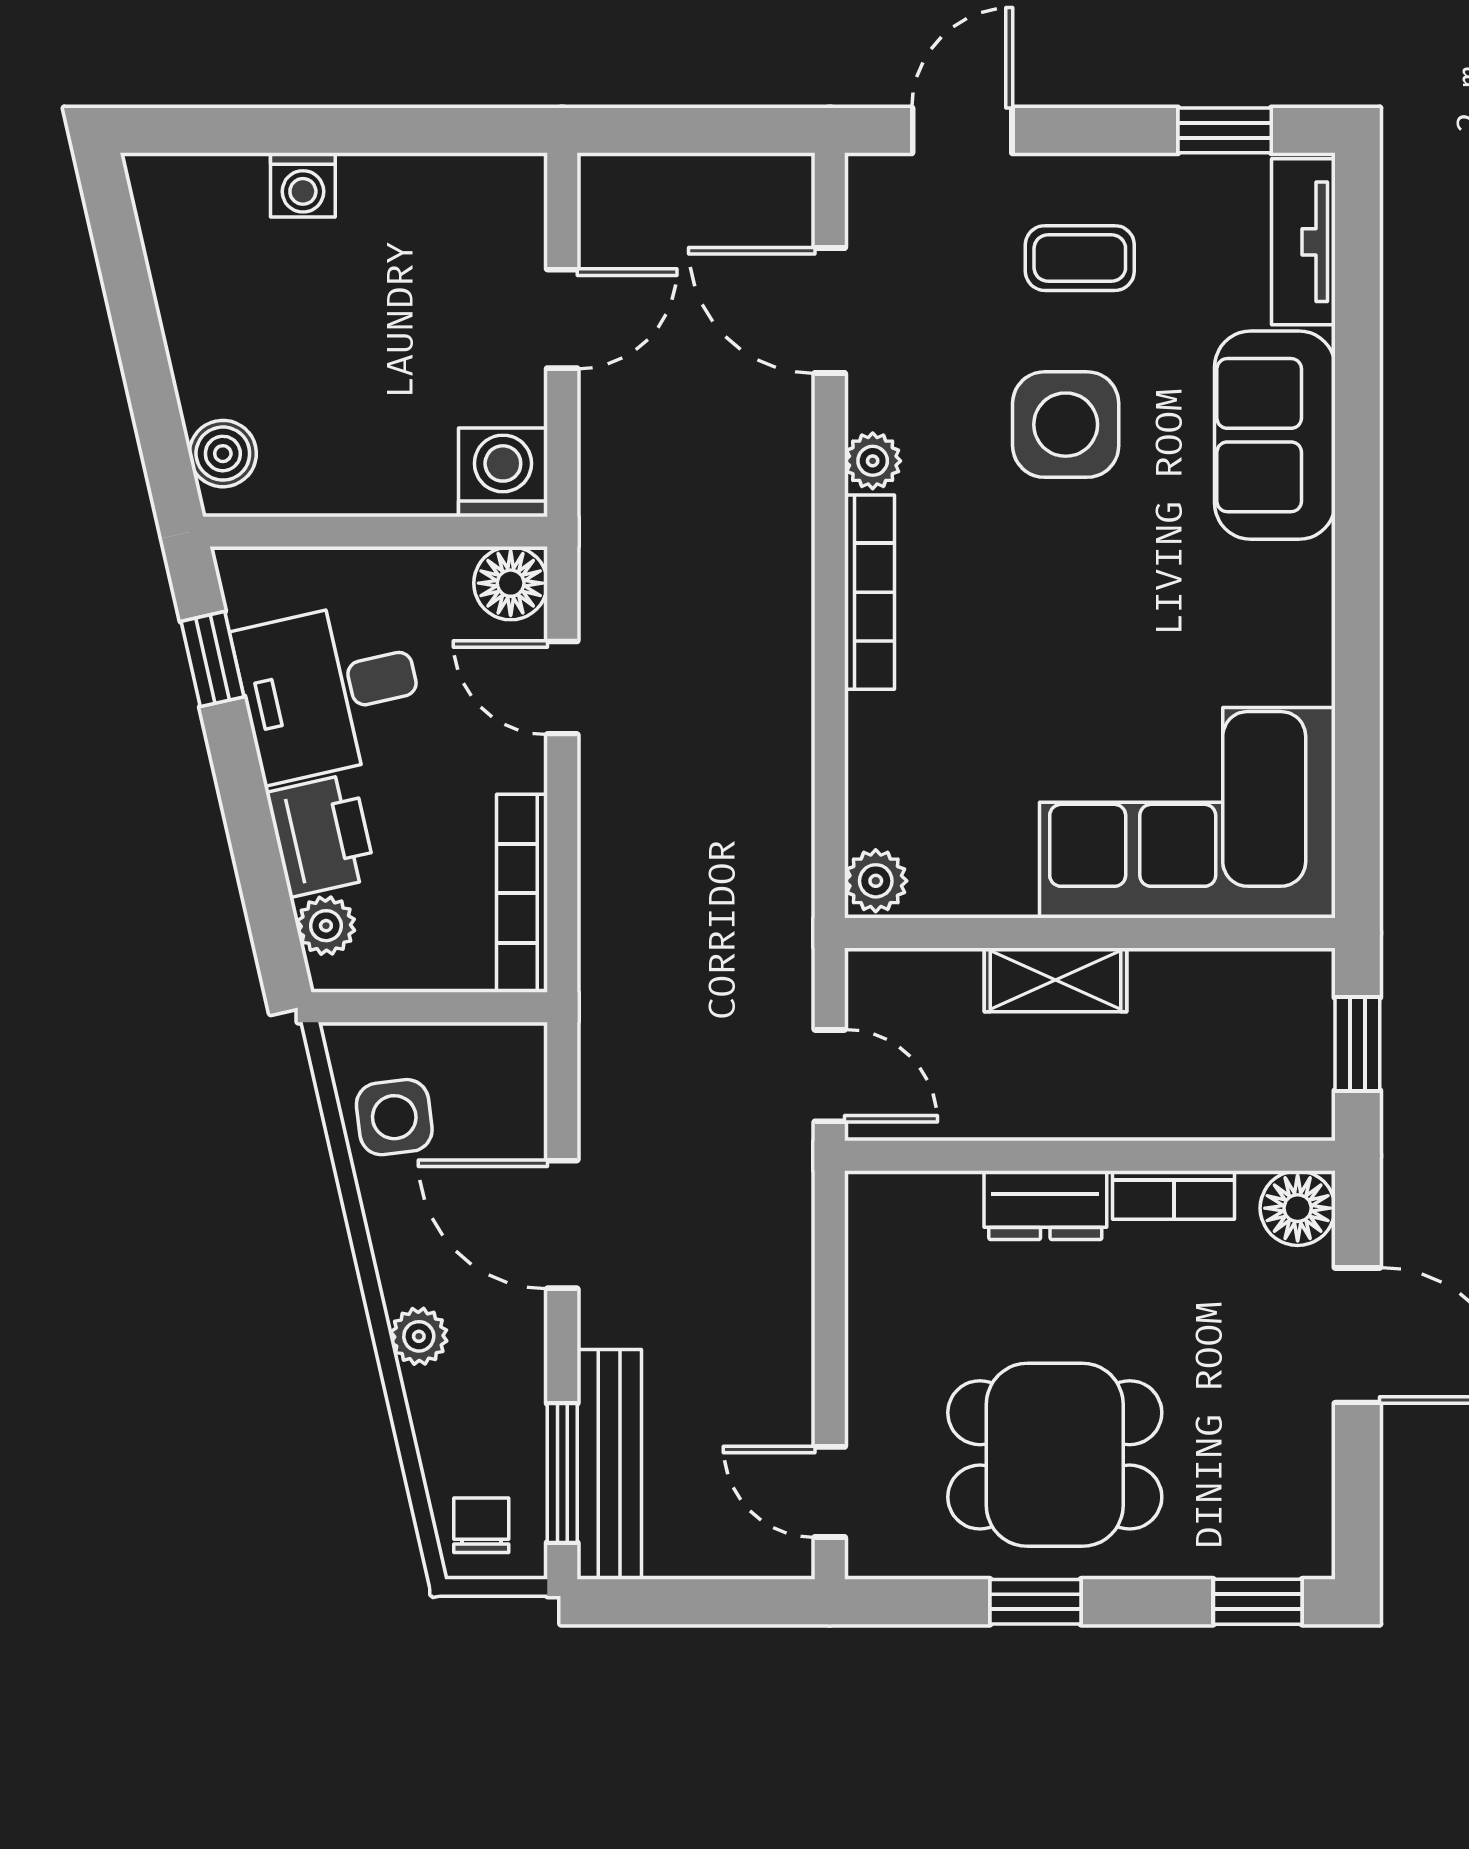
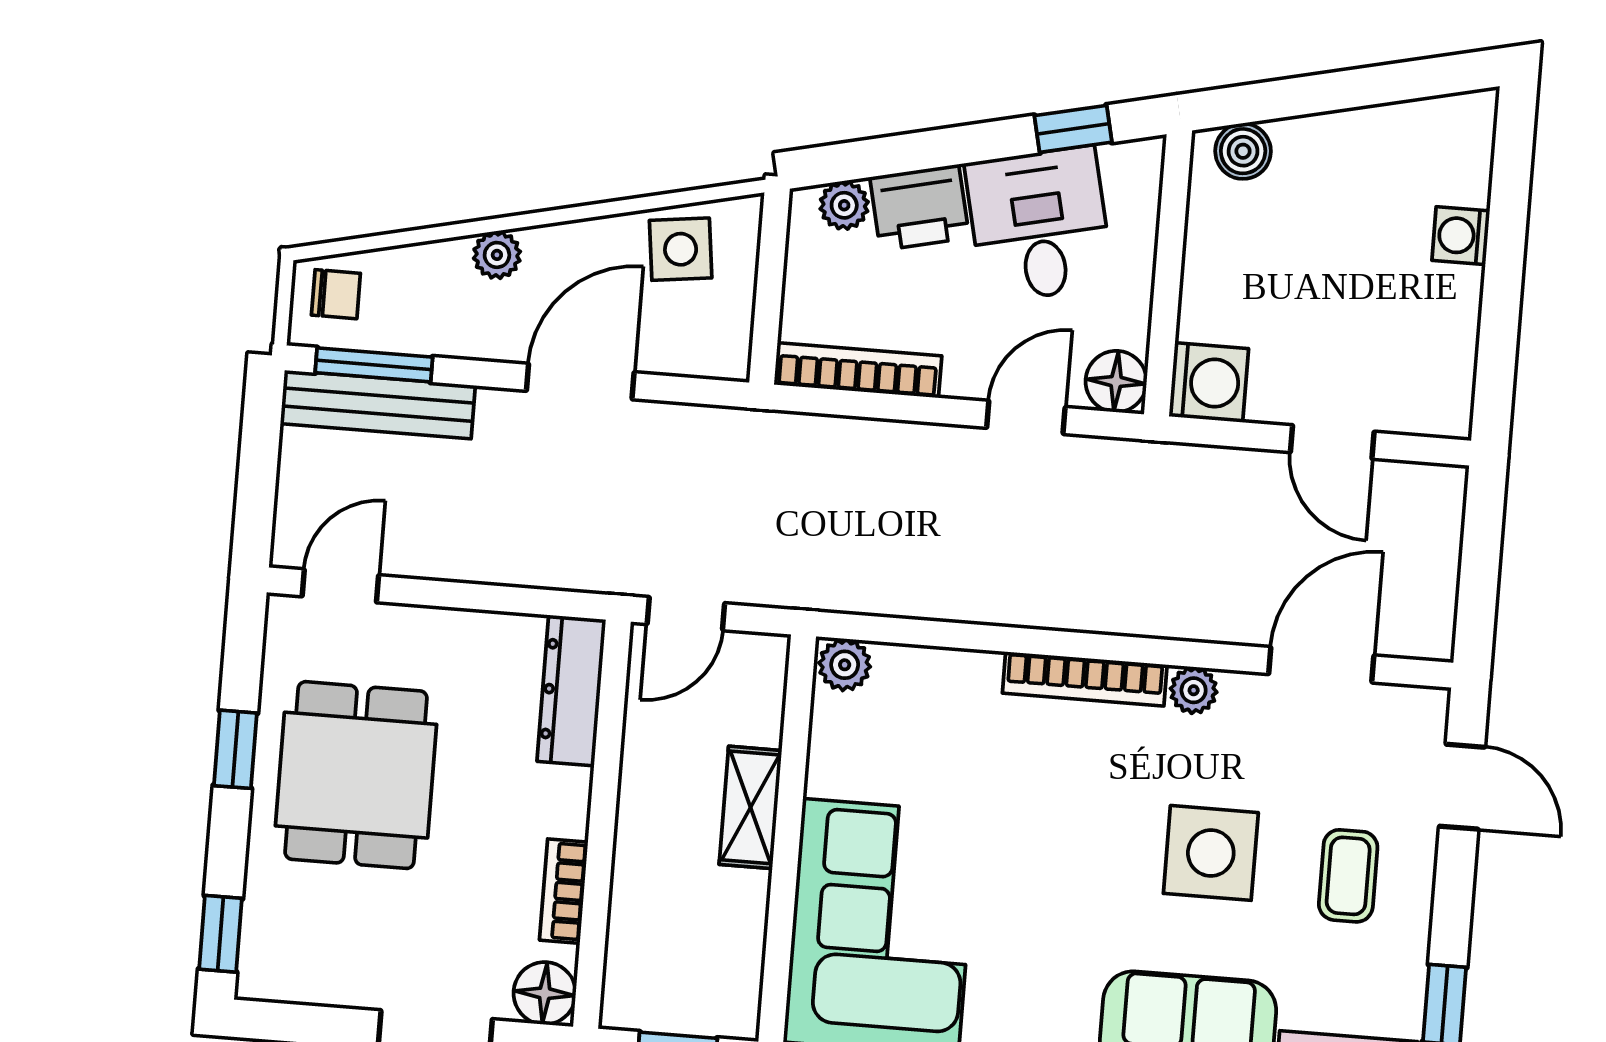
dresser: (1045, 1205) -> (571, 690), moved, width x1.44

